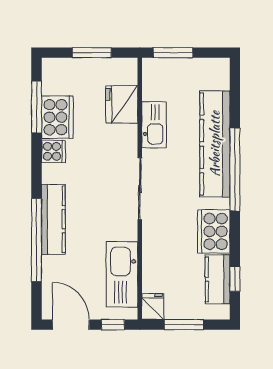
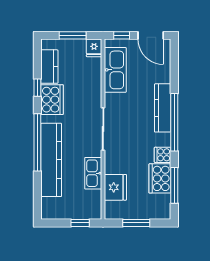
window: (173, 53) -> (80, 223), width x0.67
window: (36, 240) -> (174, 122), moved
window: (235, 279) -> (37, 88), moved

